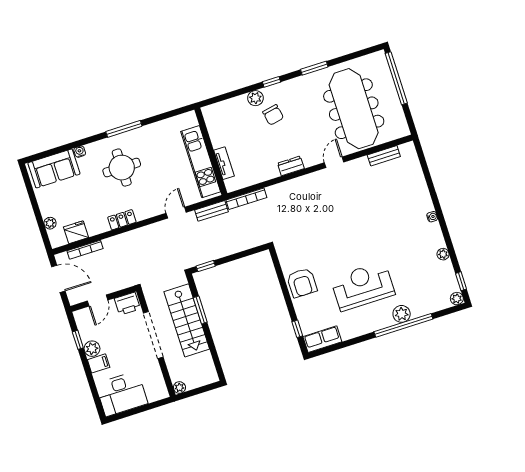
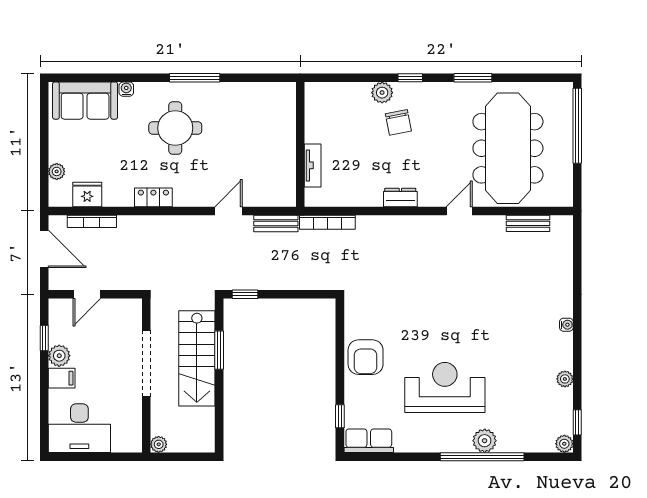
kitchen unit: (201, 162) -> (282, 154), removed
printer: (127, 304) -> (125, 311), removed

